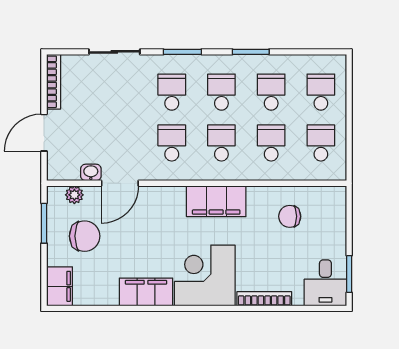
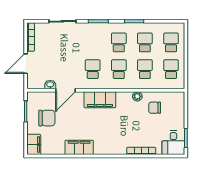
school desk: (172, 92) -> (93, 42), removed
plant: (74, 195) -> (137, 96), moved
filing cabinet: (216, 201) -> (100, 100), moved
corner desk: (205, 275) -> (110, 139), removed

